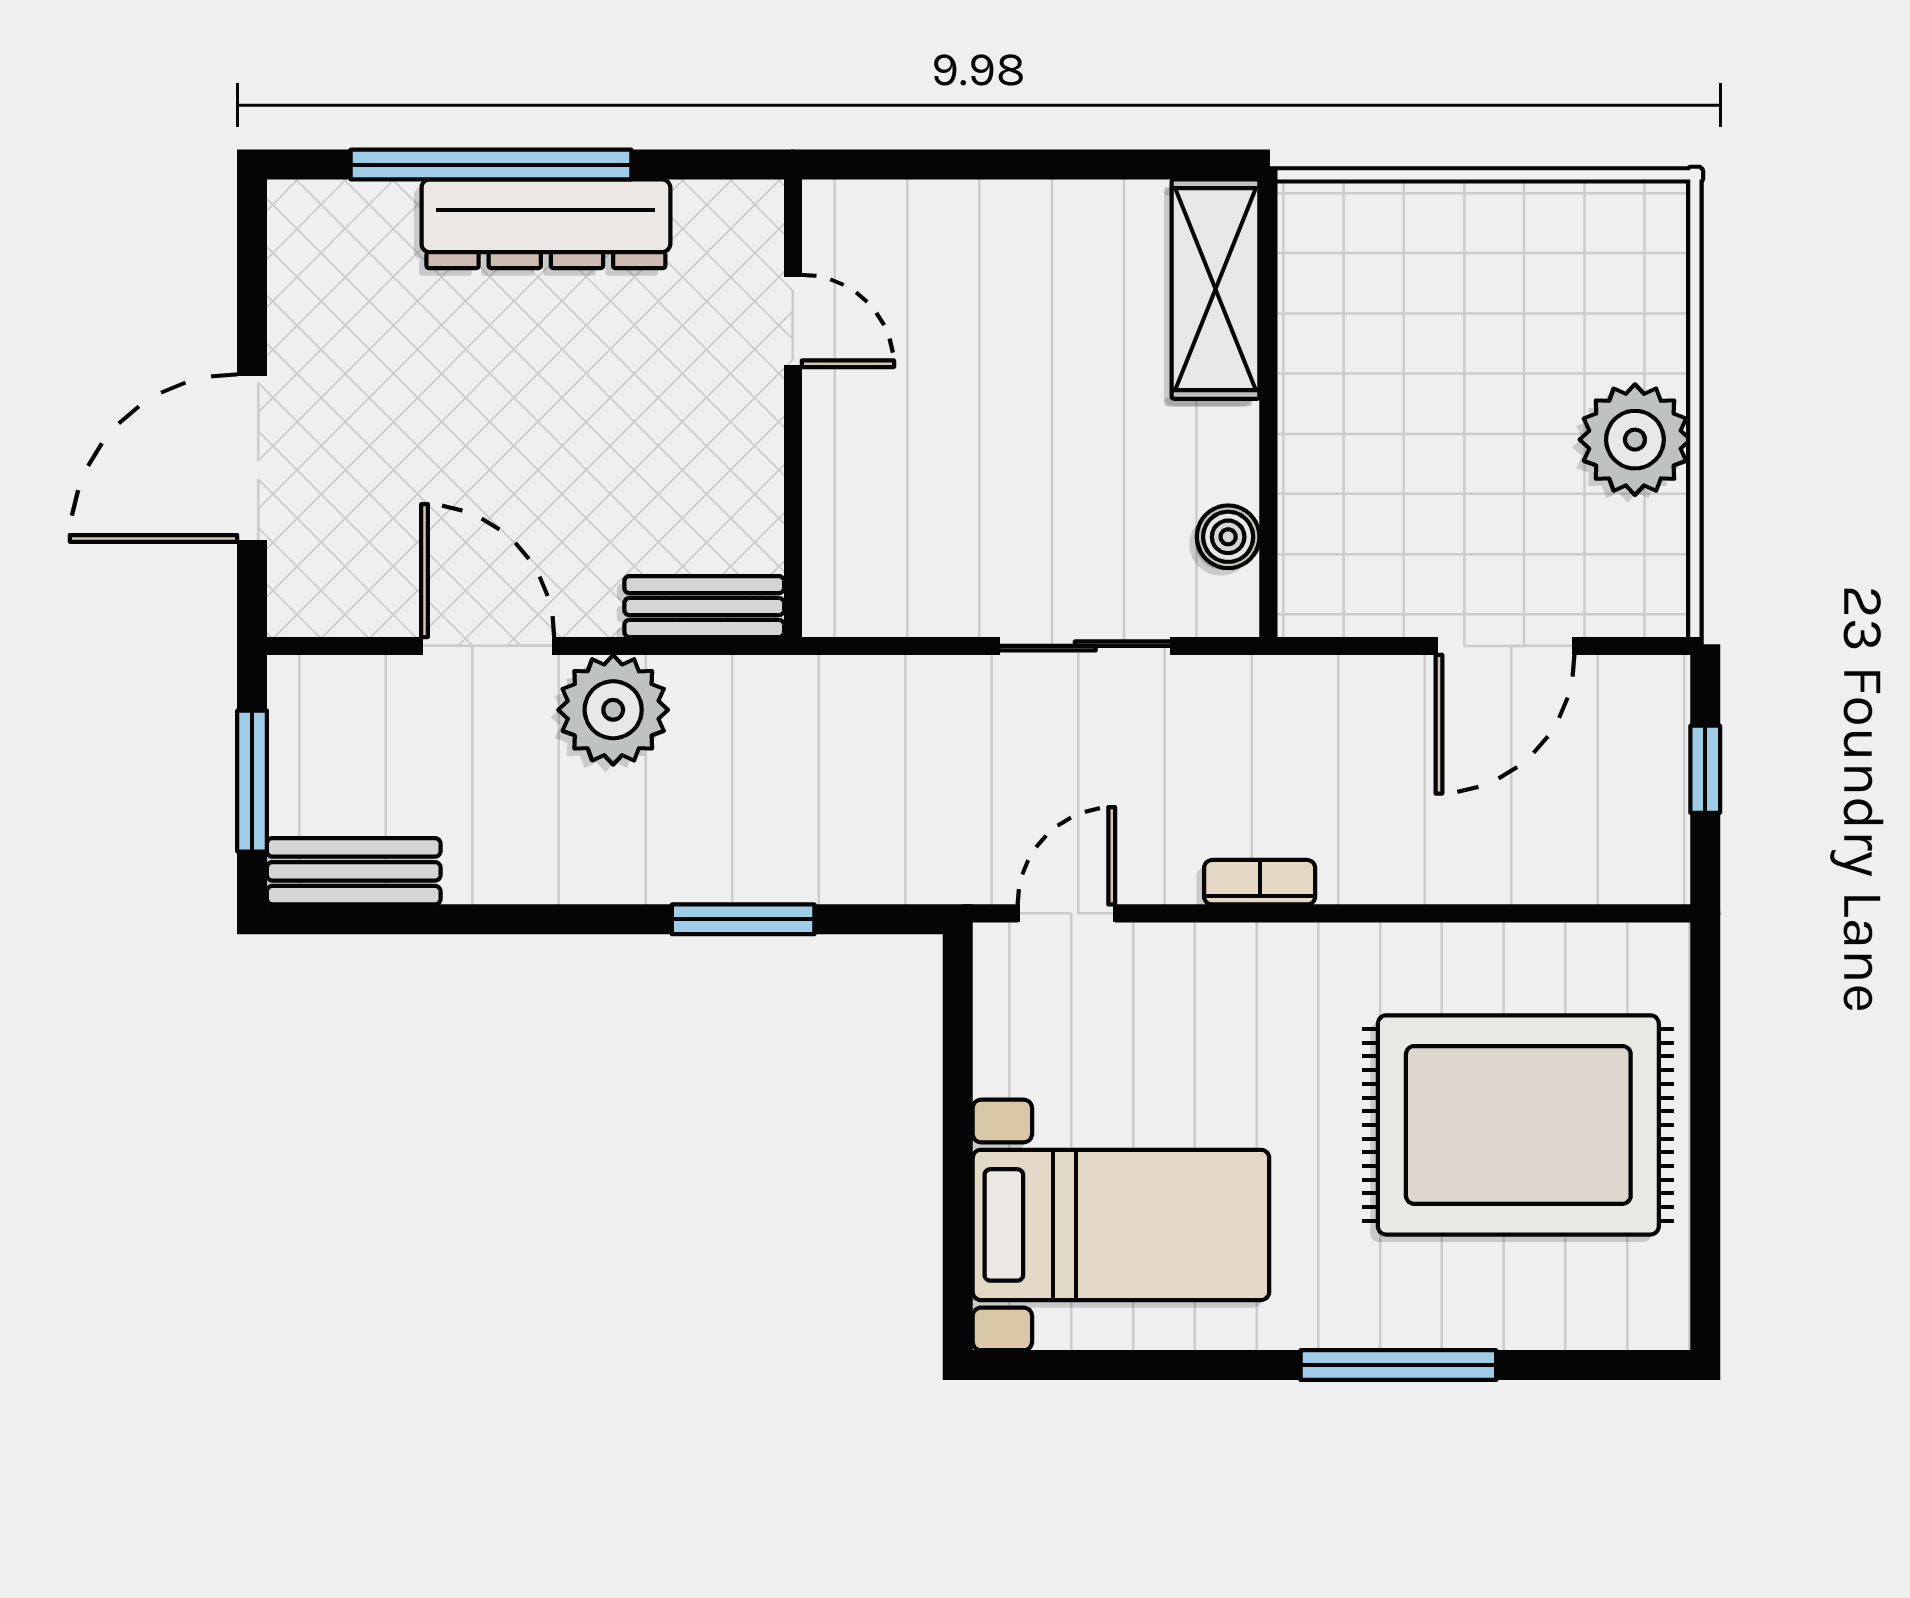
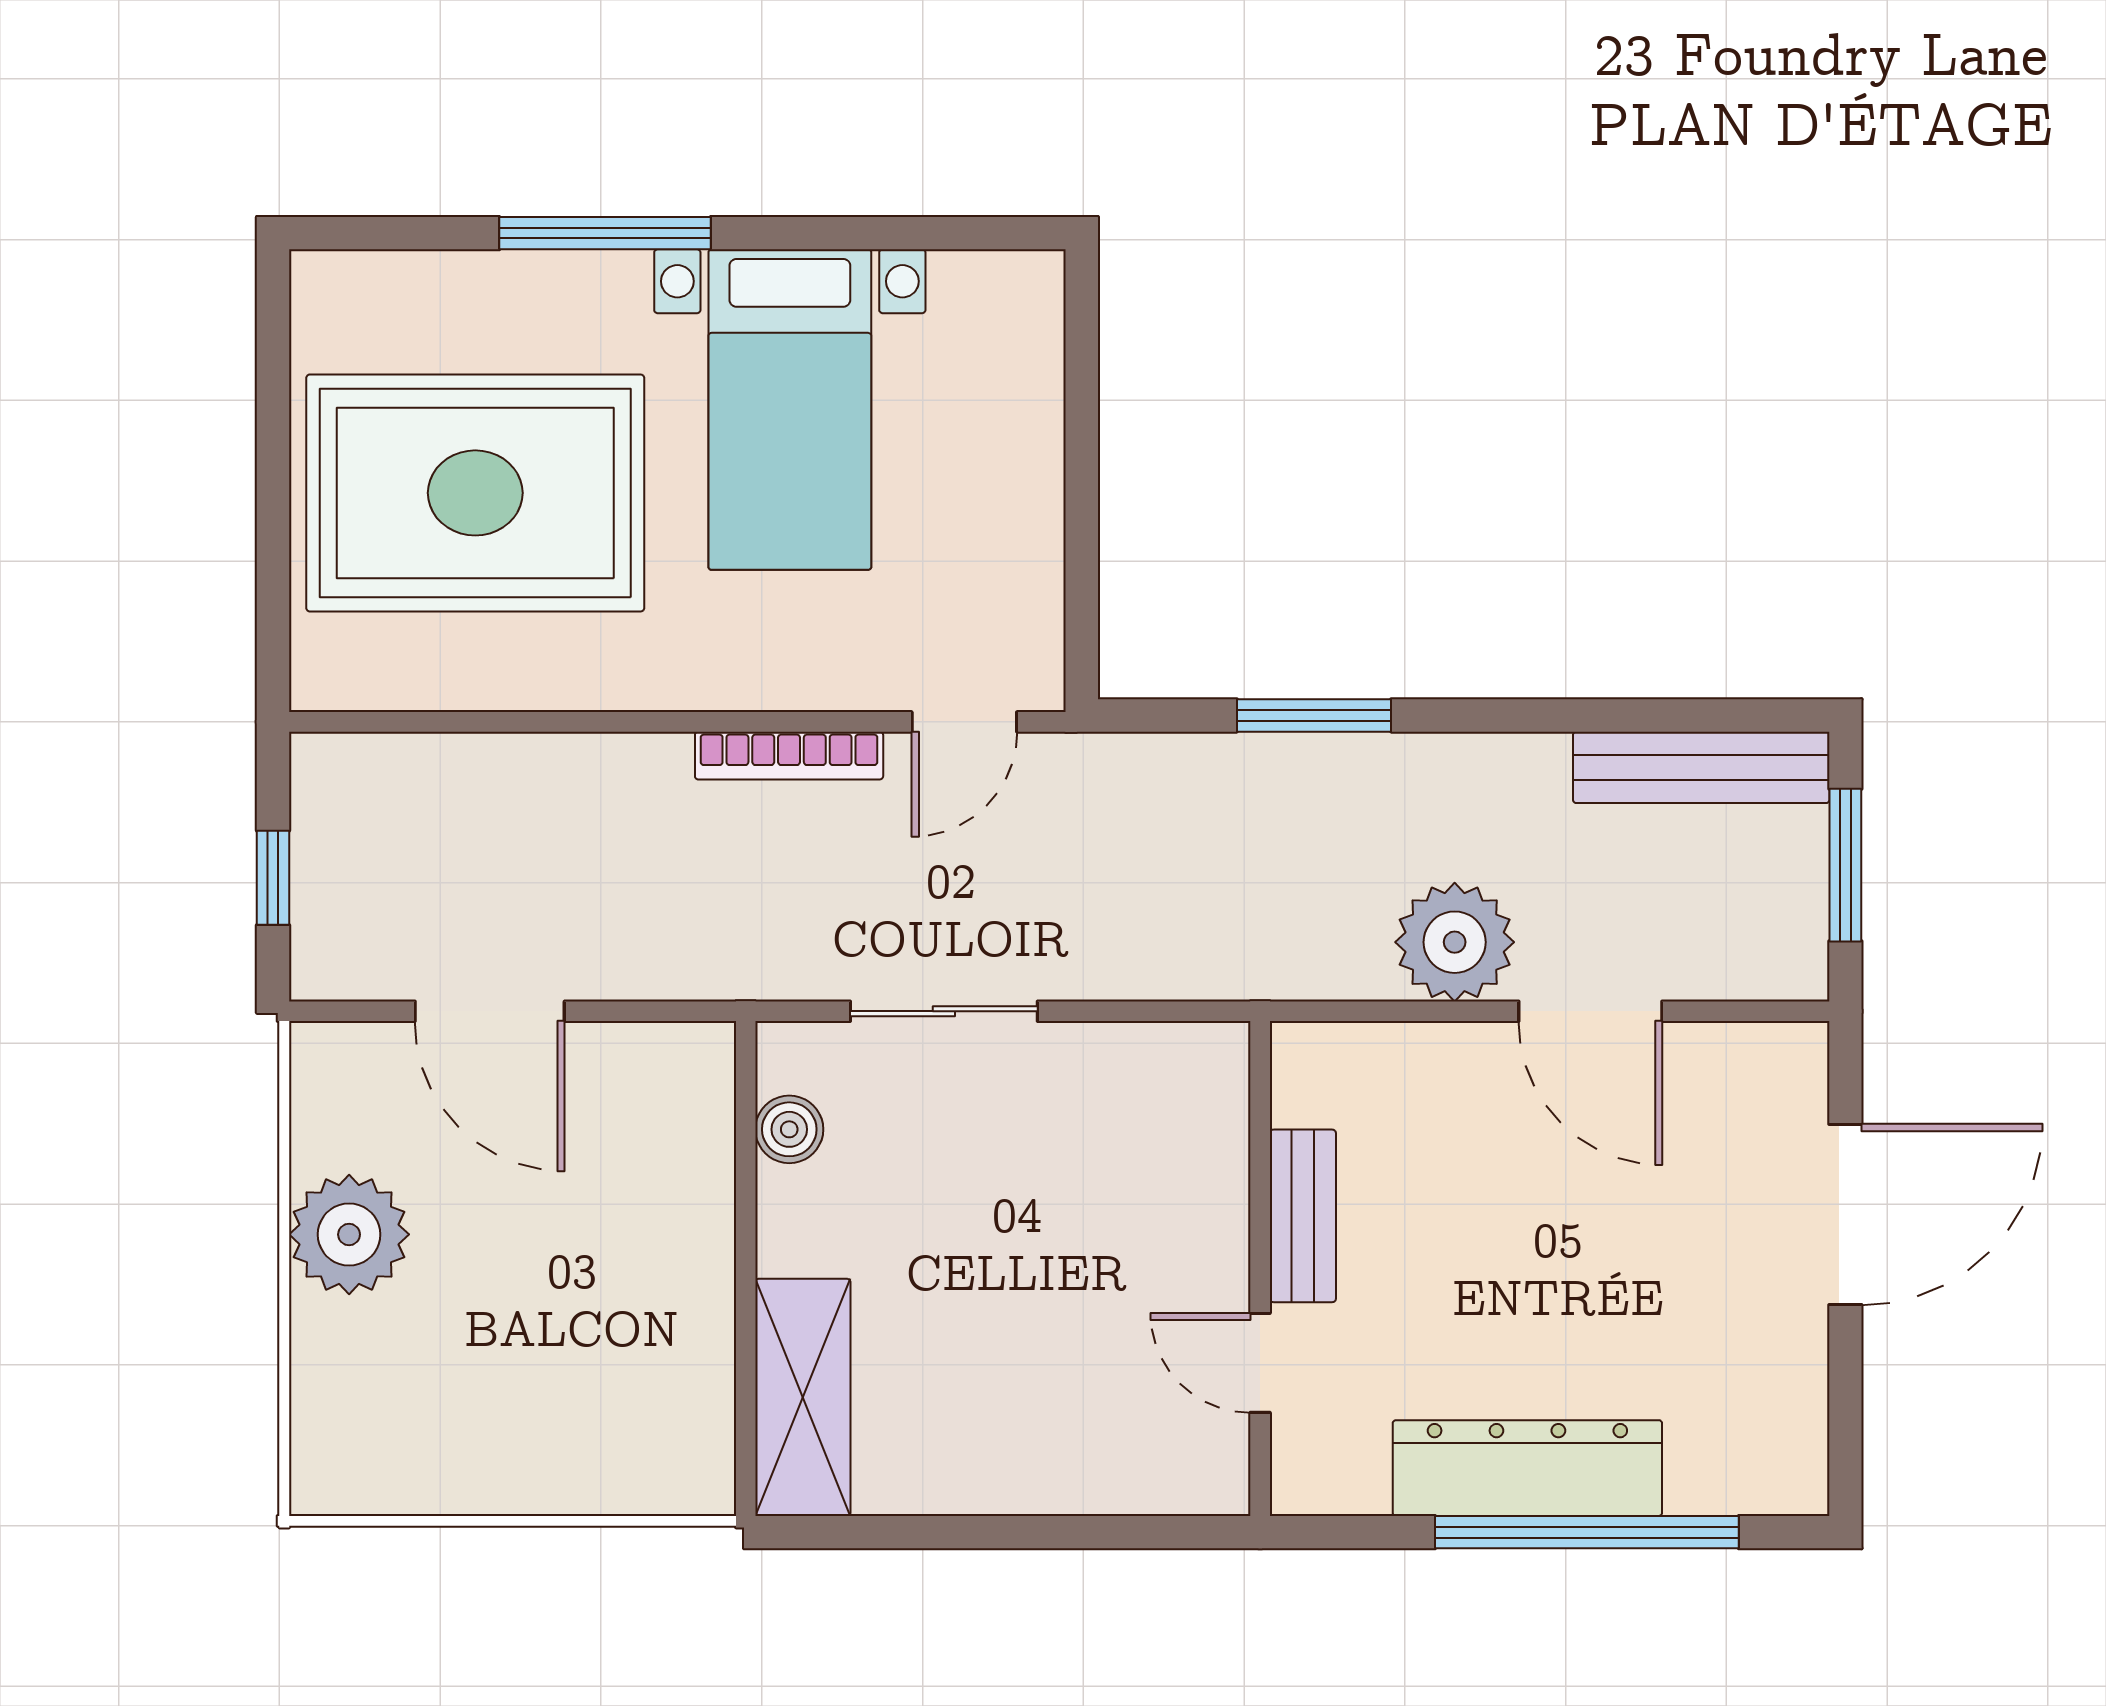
bench: (704, 607) -> (1303, 1216), moved, turned 90
door: (1505, 646) -> (490, 1011), swing flipped
bench: (354, 871) -> (1701, 767), width x1.36
bookcase: (1260, 882) -> (789, 756), width x1.56
bed with nightstands: (1121, 1225) -> (790, 410), moved, turned -90

